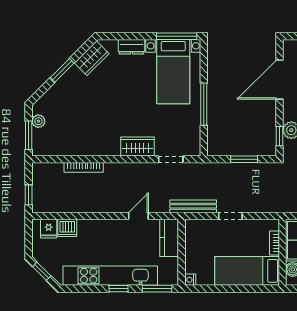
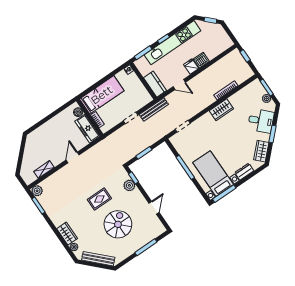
door: (279, 80) -> (154, 208), width x0.53
desk: (65, 97) -> (261, 121), added
wardrobe: (138, 147) -> (221, 110), moved
door: (138, 216) -> (179, 84), hinge flipped
dishwasher: (67, 228) -> (201, 60), moved
fridge: (49, 229) -> (191, 66), moved

